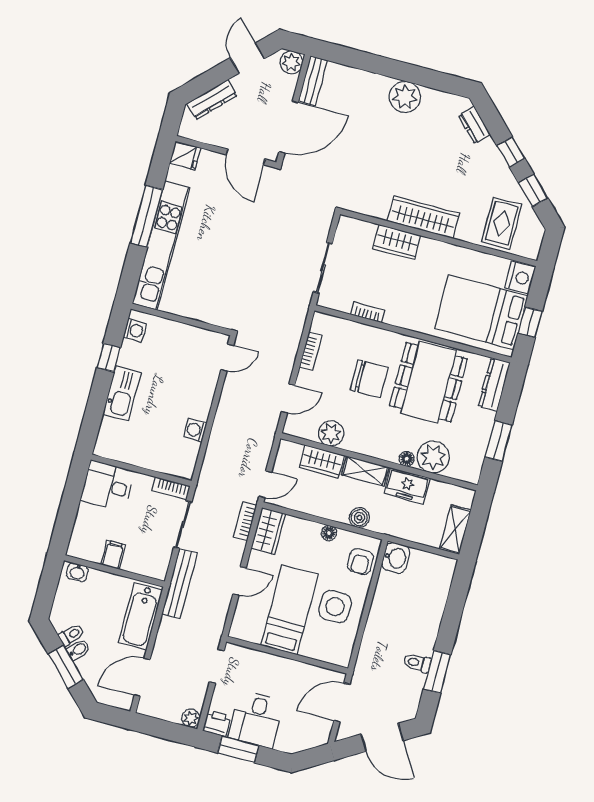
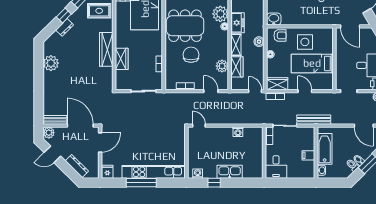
plant: (405, 97) -> (51, 63), moved
dresser: (474, 125) -> (65, 27), moved
bathtub: (141, 616) -> (325, 149), moved, turned -90

